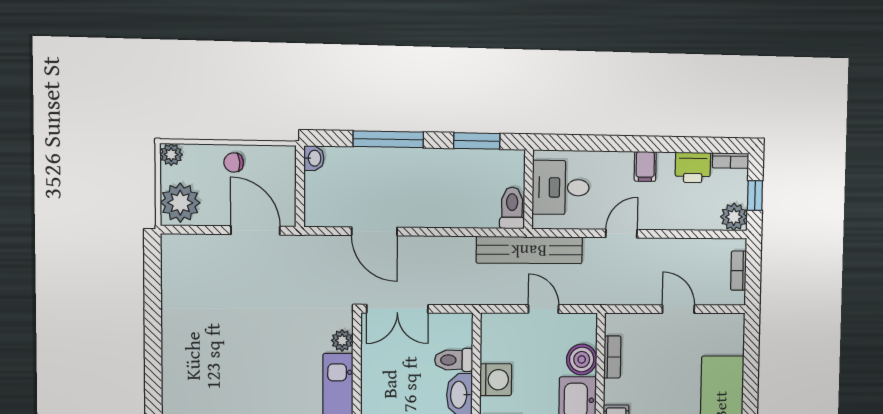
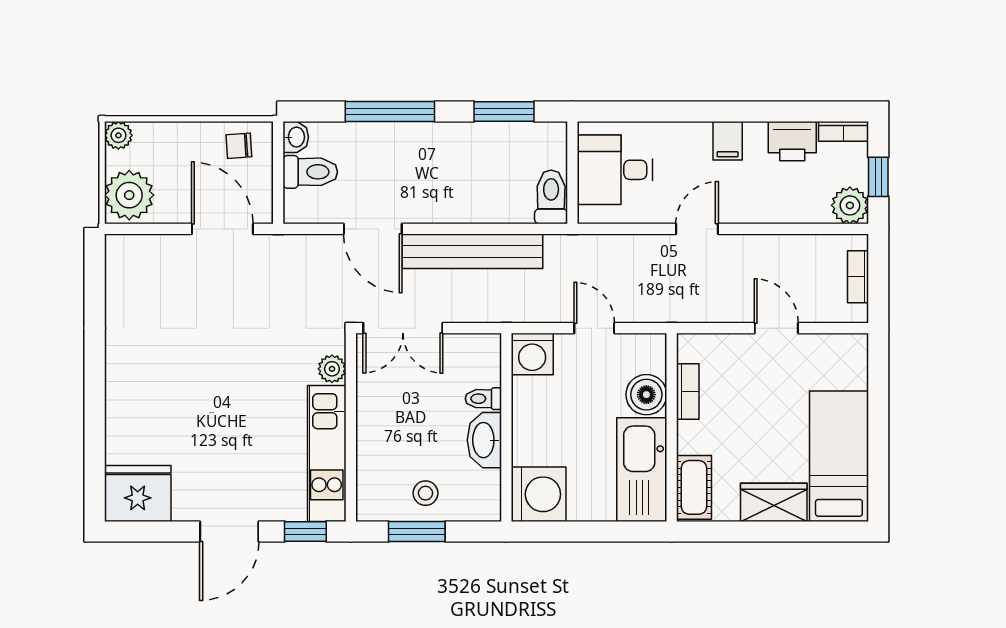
chair: (234, 163) -> (239, 146), moved
toilet: (325, 186) -> (310, 172), added
bench: (529, 250) -> (473, 251), moved
toilet: (454, 360) -> (483, 399), width x0.73, depth x0.72
washing machine: (496, 380) -> (532, 354), moved, turned 90

